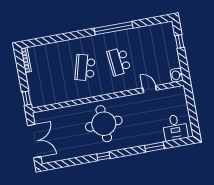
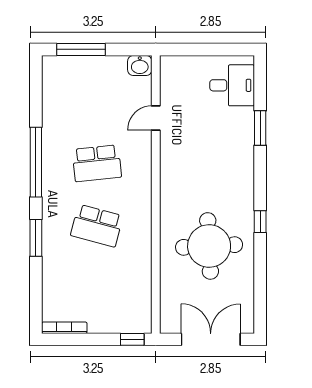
window: (72, 36) -> (36, 238), added
window: (179, 42) -> (81, 49), width x2.17
round table: (104, 124) -> (209, 246), moved

